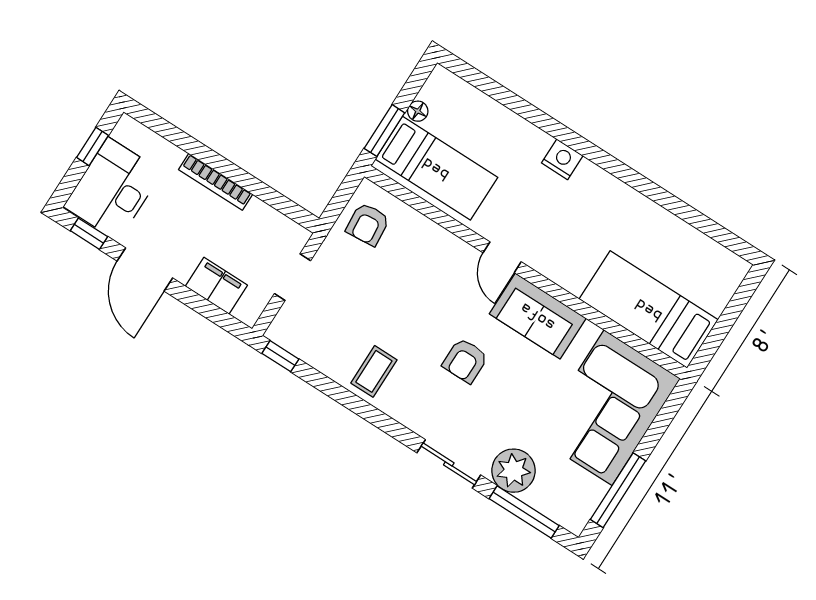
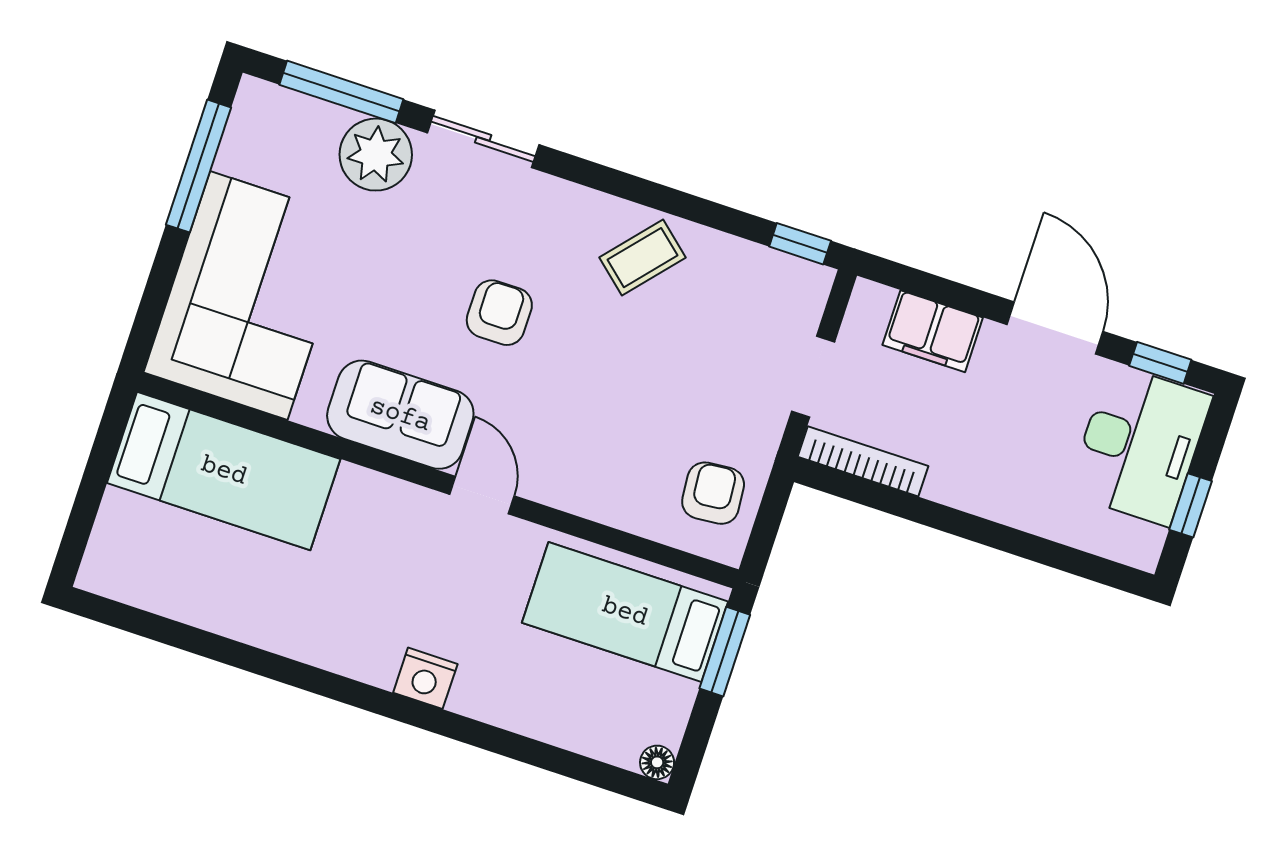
floor lamp: (418, 111) -> (657, 762), moved
bookcase: (216, 182) -> (863, 461), moved
coffee table: (374, 371) -> (642, 258), turned 41

